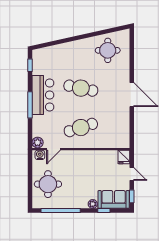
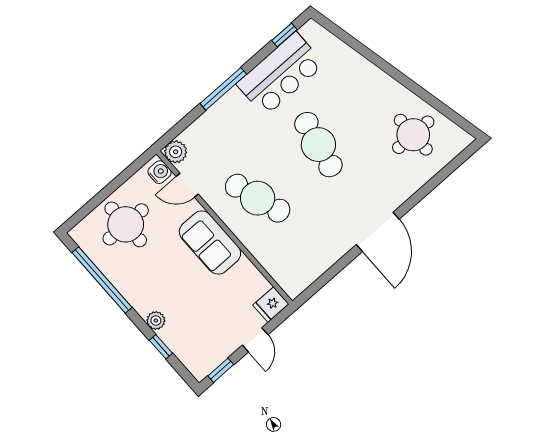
bar counter: (43, 95) -> (280, 74), moved
sofa: (114, 199) -> (210, 243), moved, turned 180

